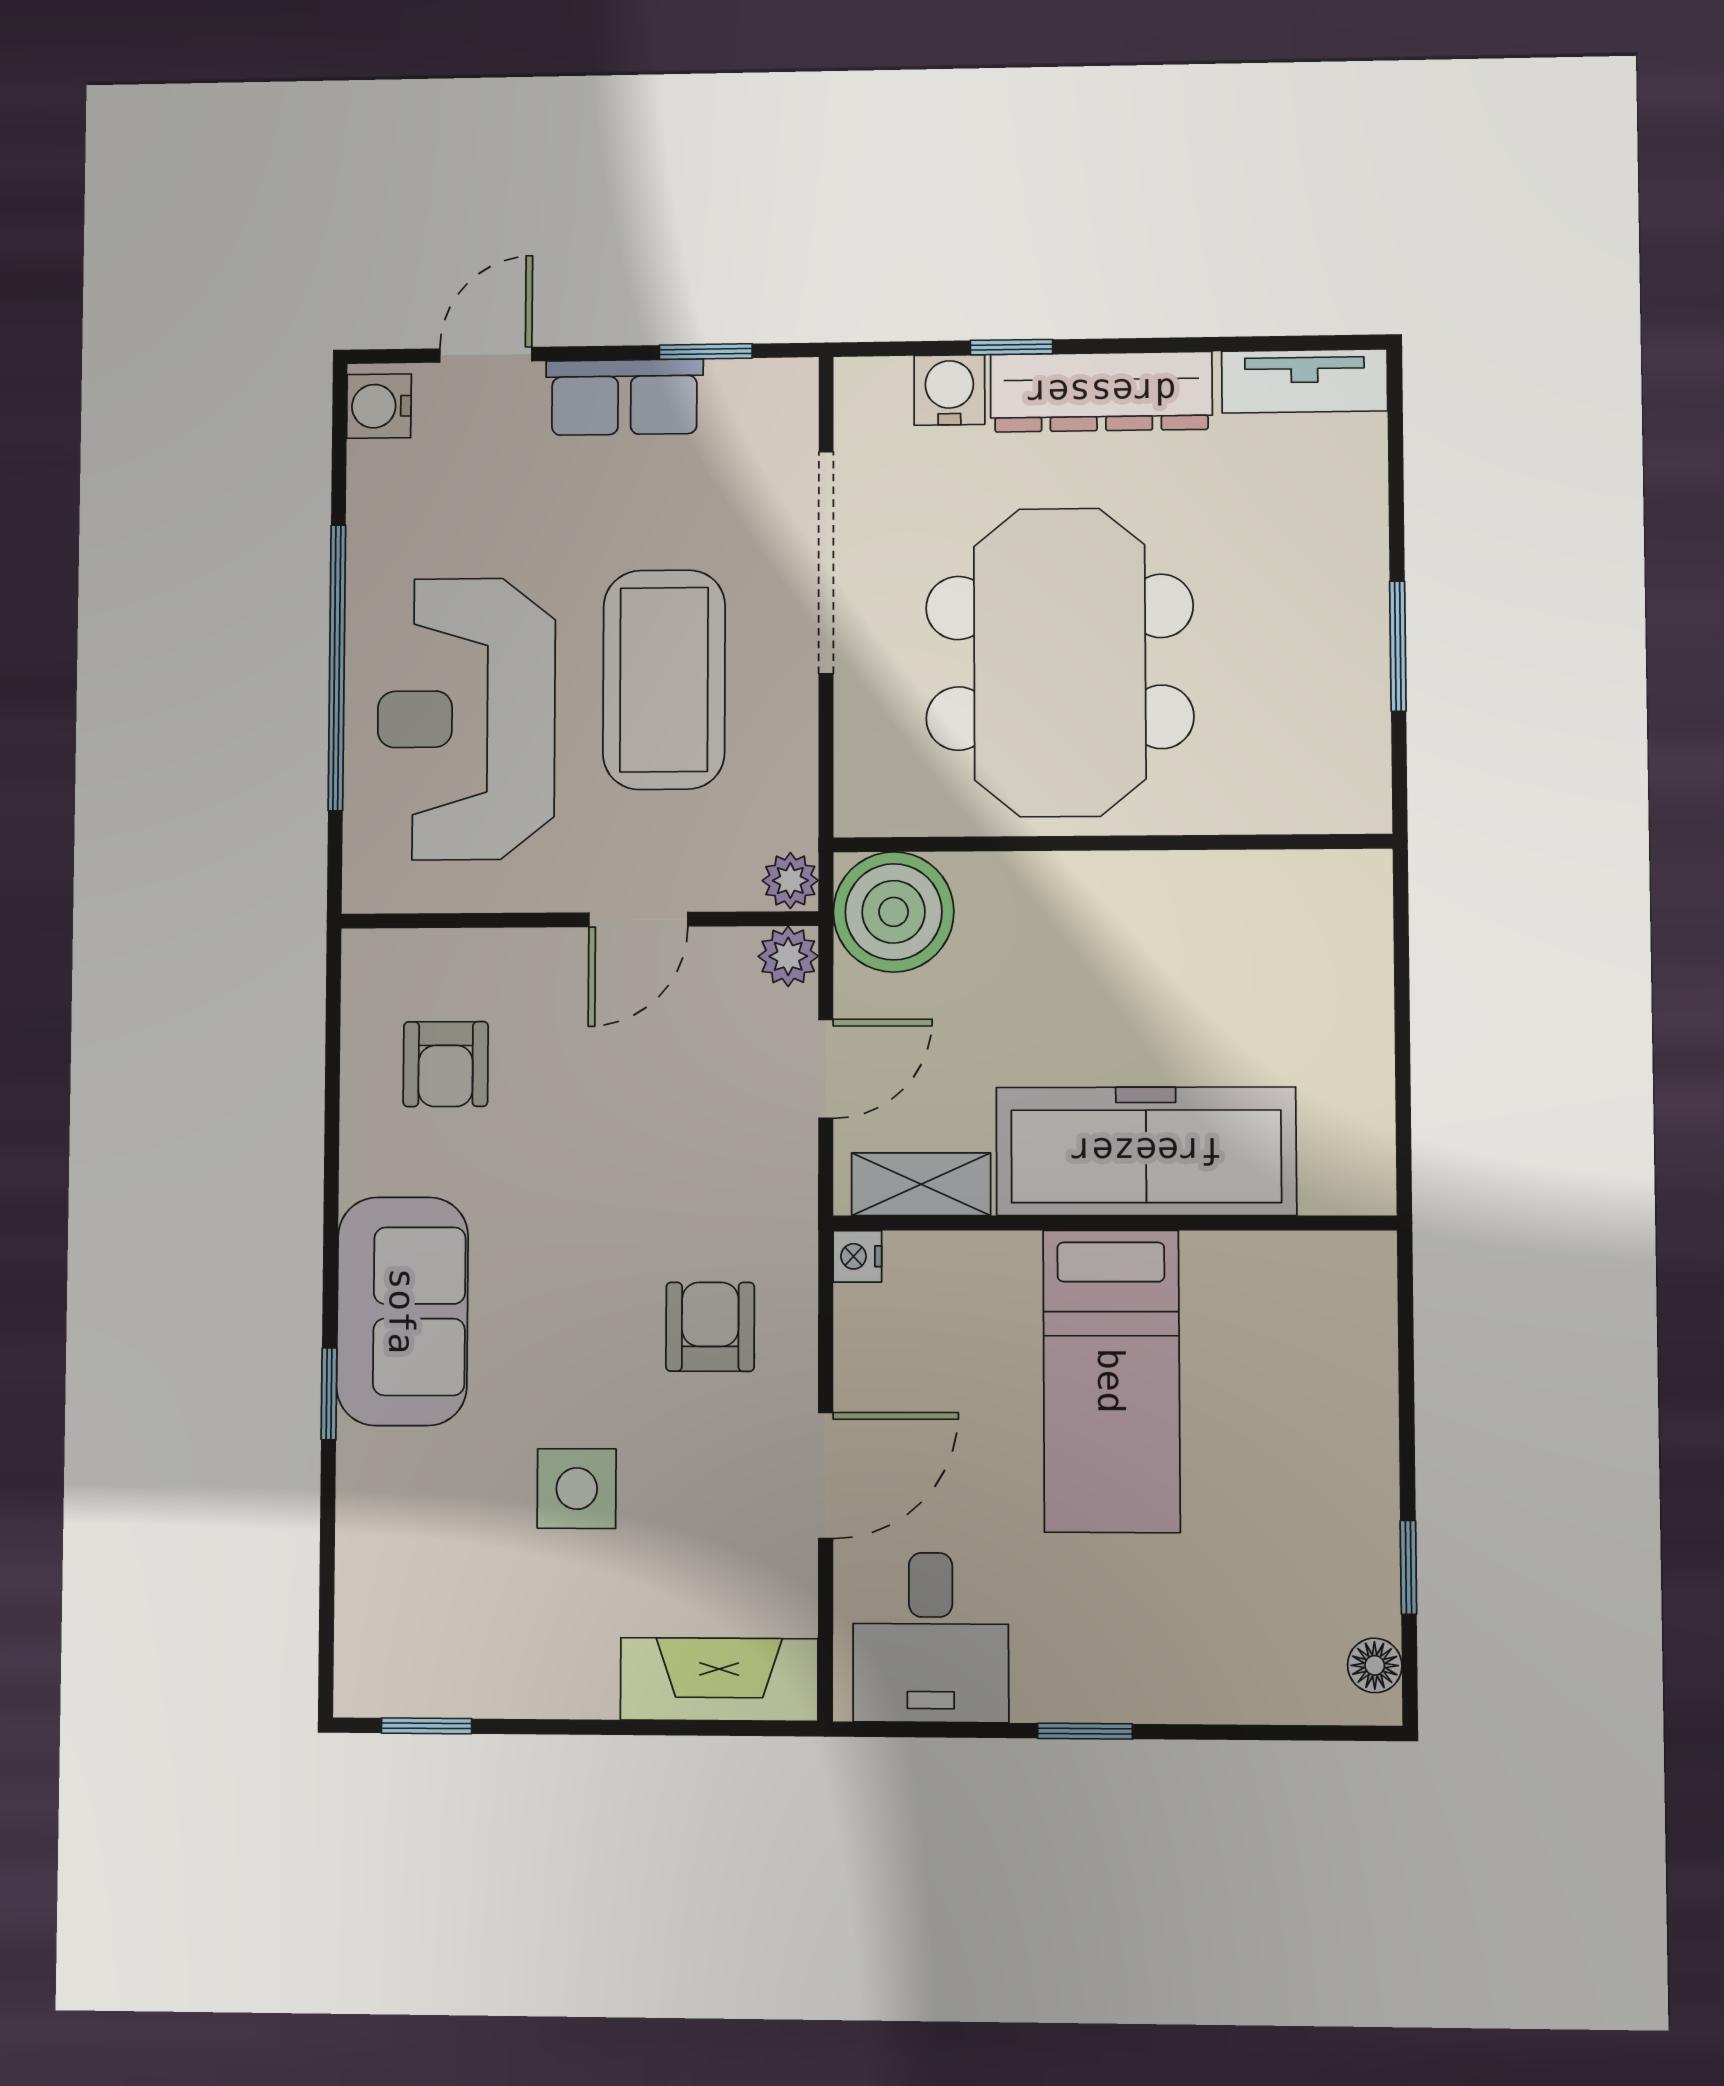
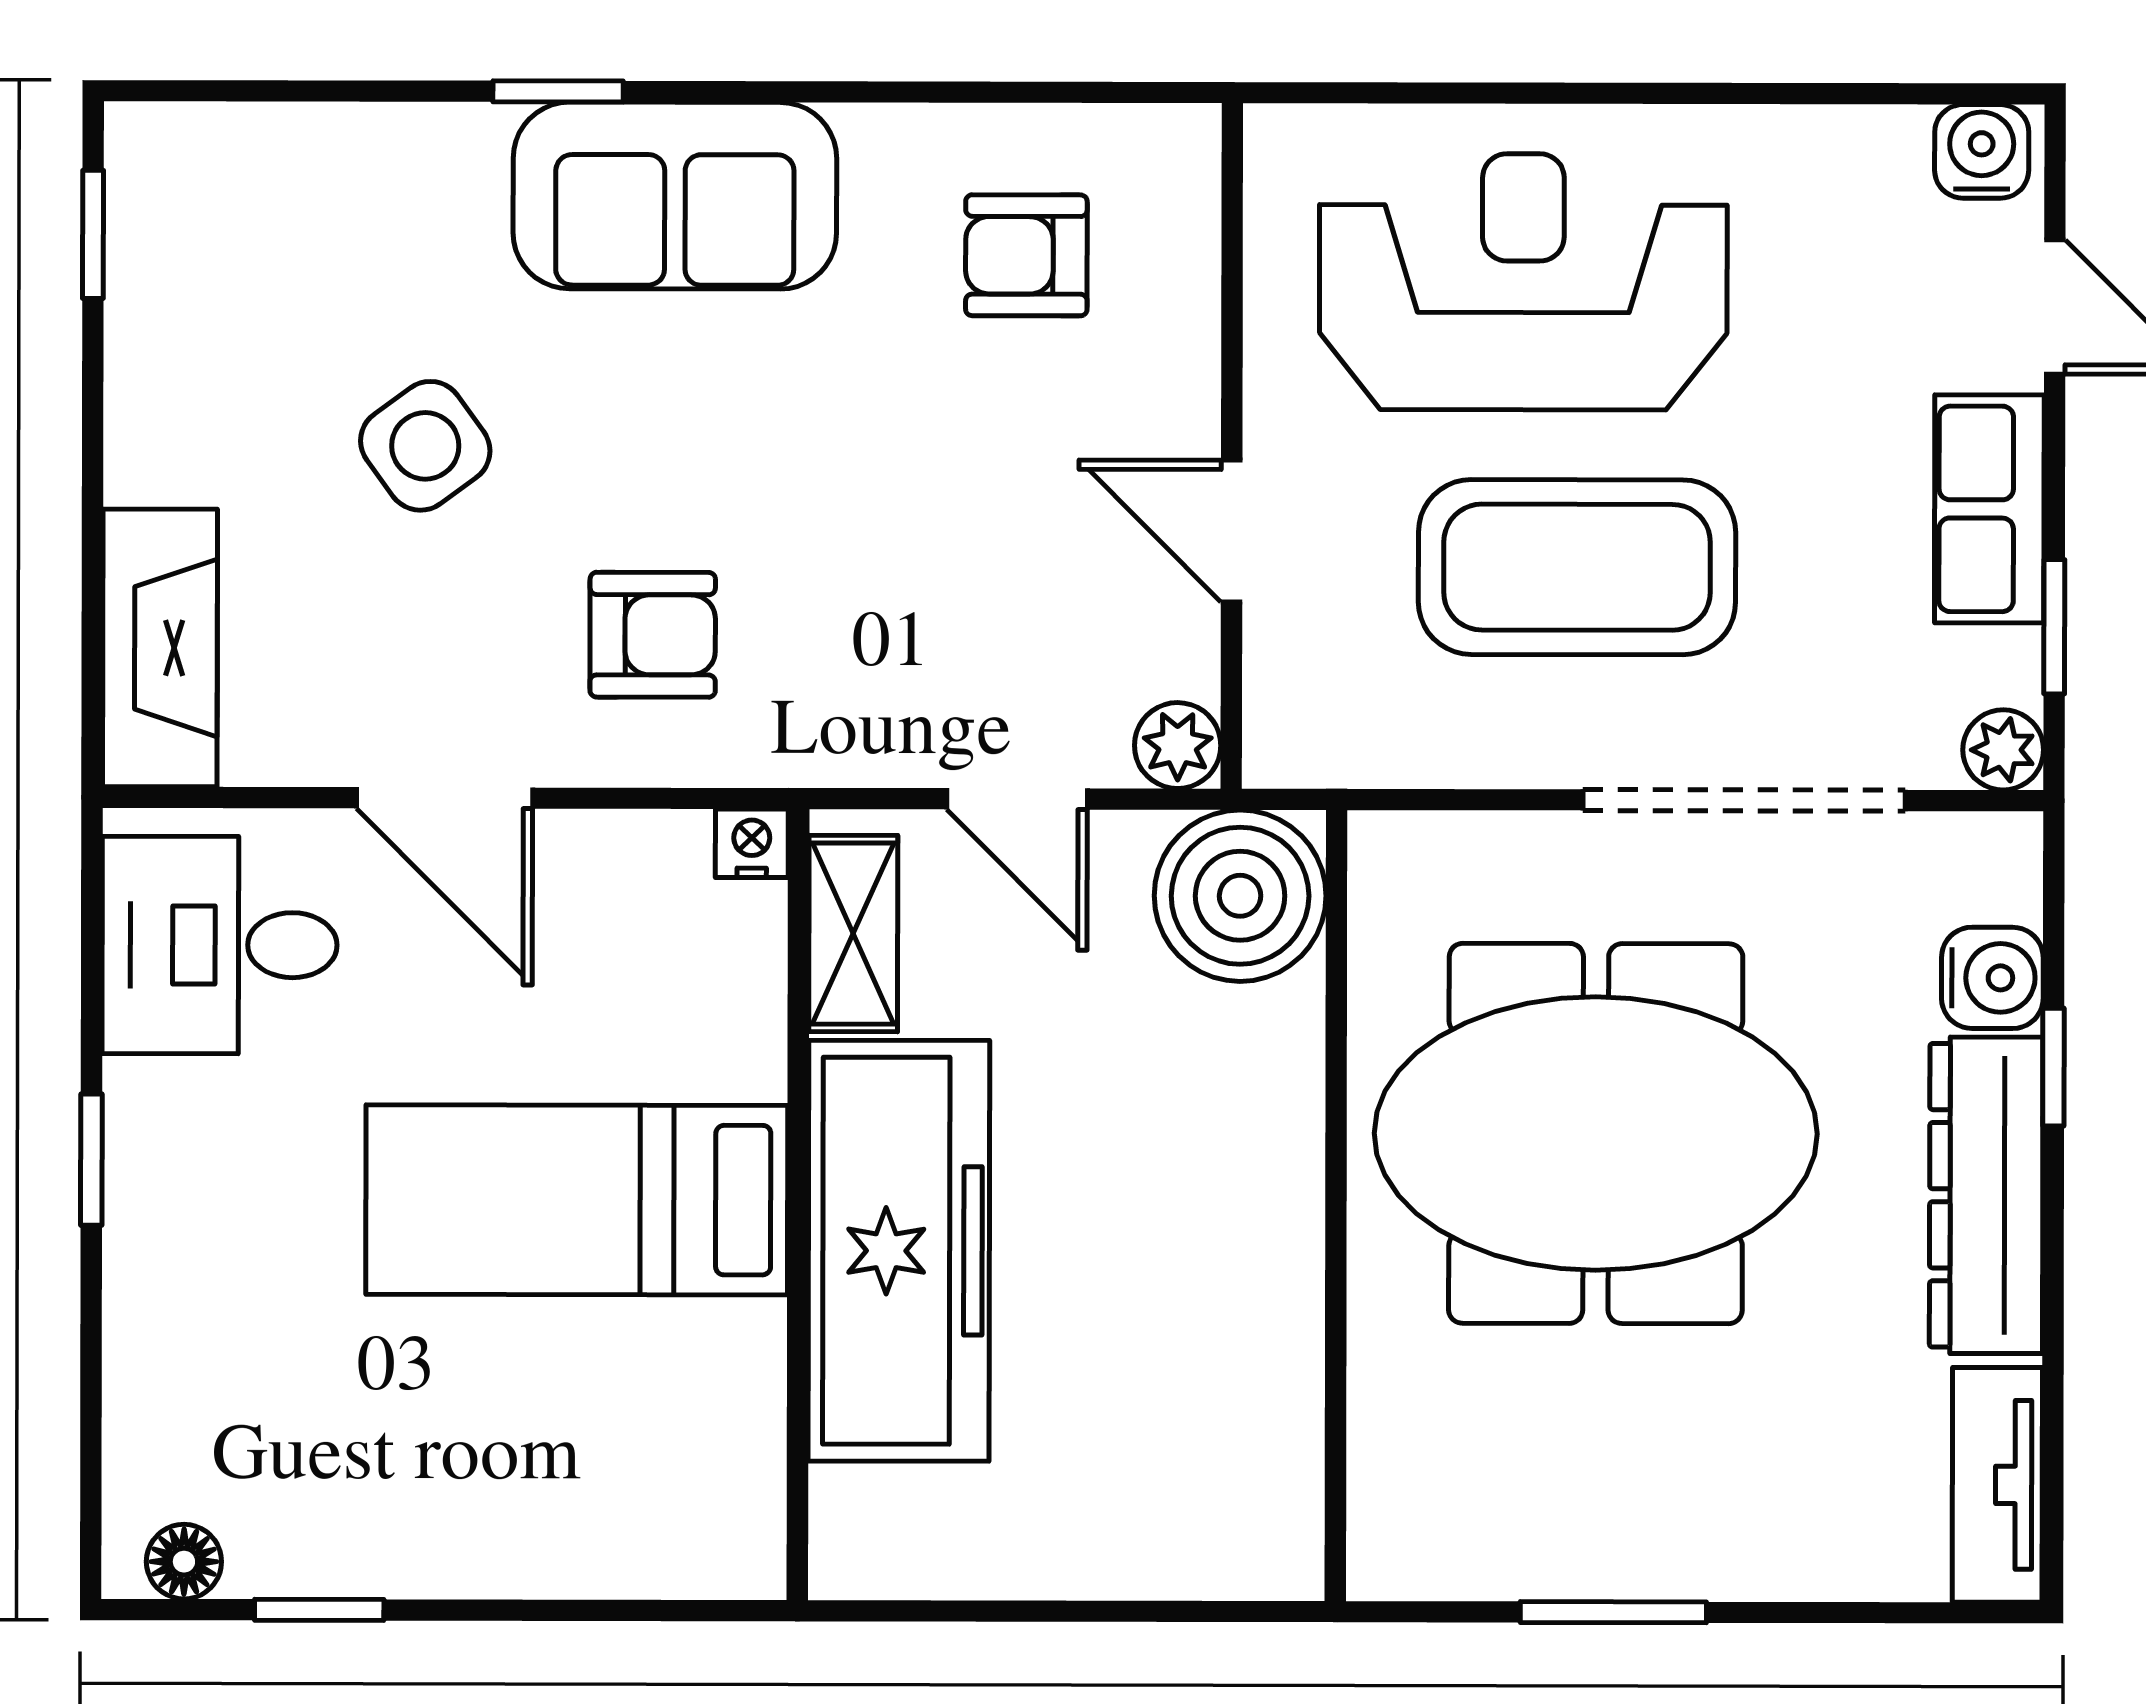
window: (337, 668) -> (1600, 93), removed
plant: (790, 880) -> (2003, 750), moved
side table: (577, 1489) -> (425, 446), turned -36

